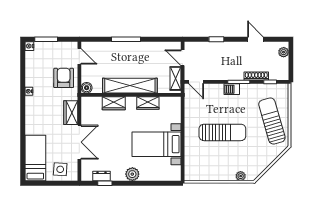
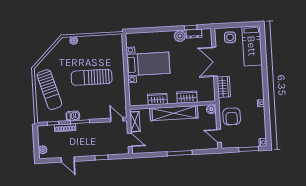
barbecue: (232, 89) -> (73, 116), moved
plant: (132, 174) -> (180, 36), moved

